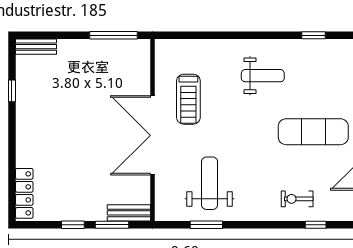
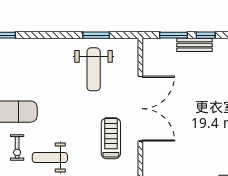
exercise bike: (297, 199) -> (17, 147), moved, turned 90
bench: (129, 213) -> (194, 45), moved

